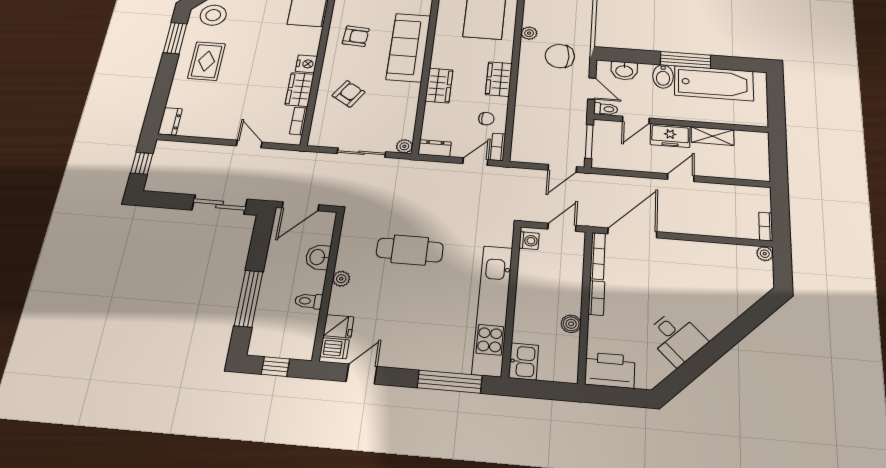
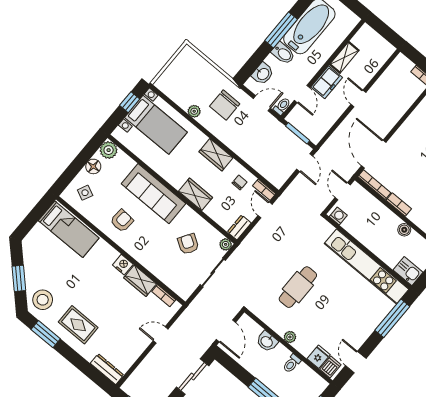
armchair: (349, 94) -> (188, 244), moved
dresser: (170, 121) -> (107, 369), width x1.44

